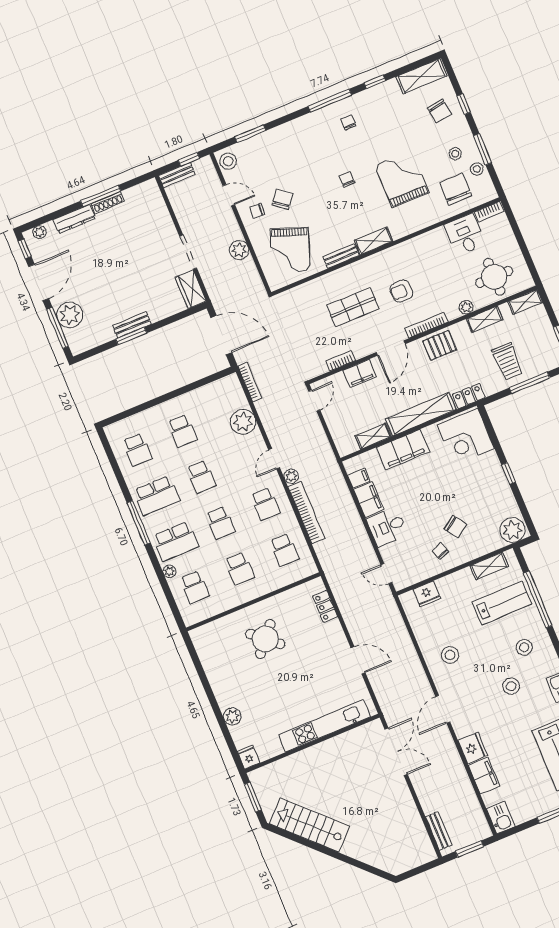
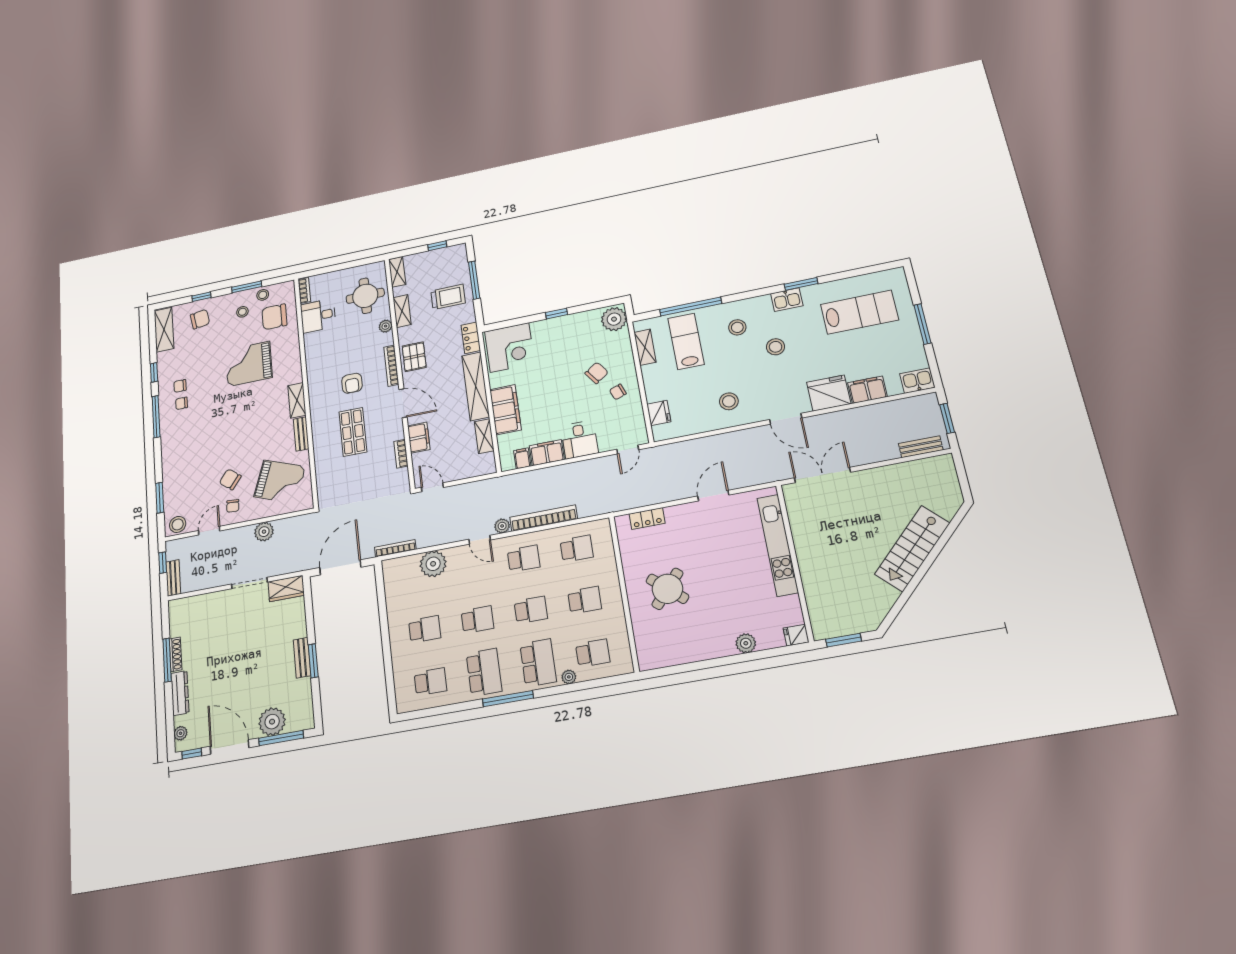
chair: (347, 179) -> (180, 386), moved
fridge: (473, 748) -> (829, 393), width x1.36, depth x1.34
stairs: (310, 825) -> (912, 549), moved

